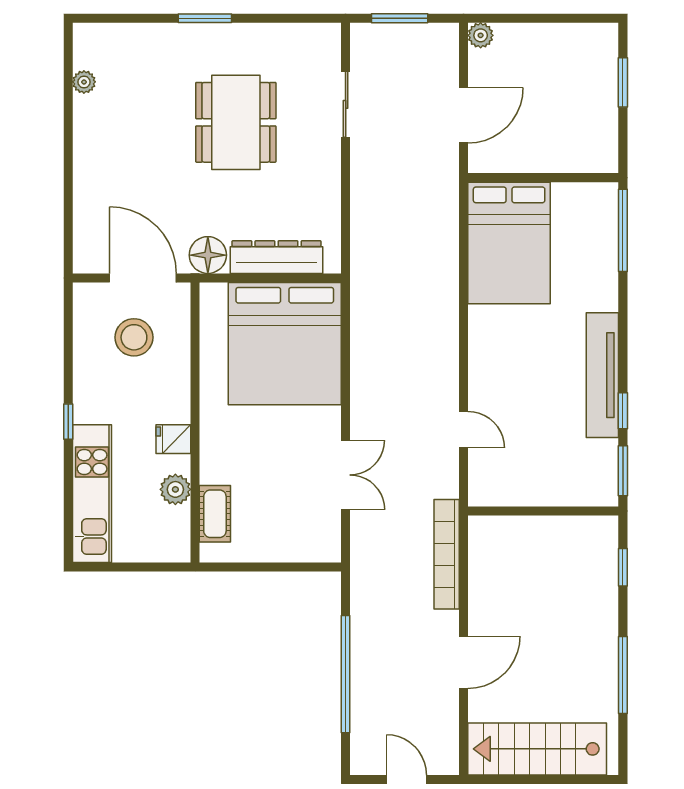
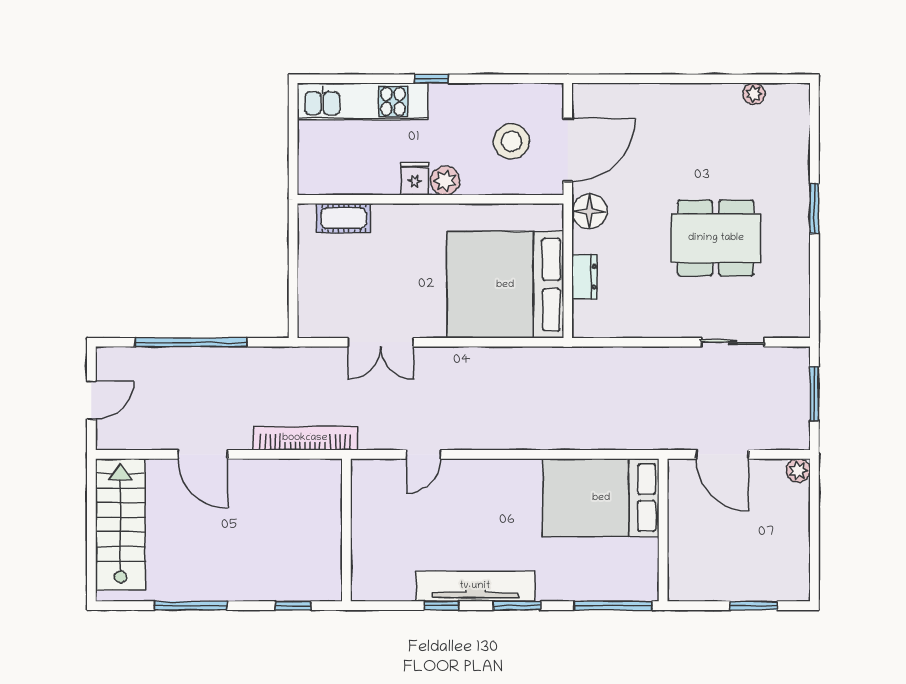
dresser: (276, 257) -> (585, 277), width x0.51, depth x0.80
window: (623, 471) -> (517, 606), moved
plant: (175, 489) -> (445, 181), moved

